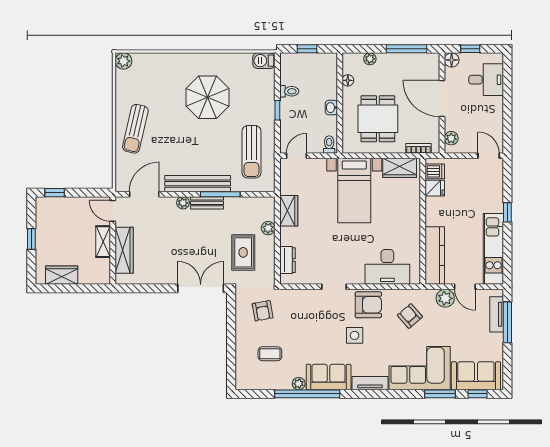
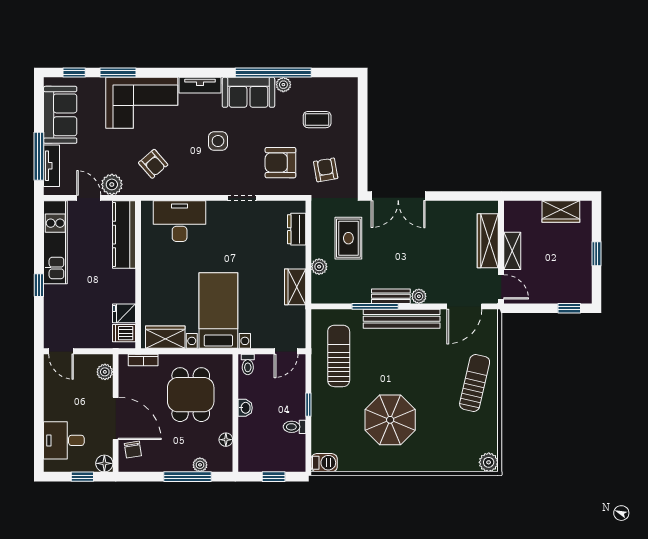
window: (406, 49) -> (188, 477), moved
chair: (427, 72) -> (133, 450), added
armchair: (368, 305) -> (280, 163), moved
sofa: (476, 376) -> (60, 115), moved, turned -90

